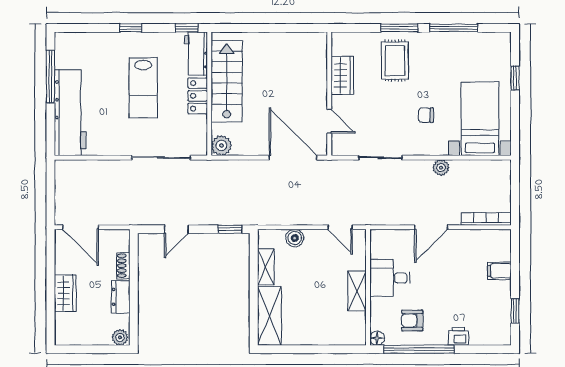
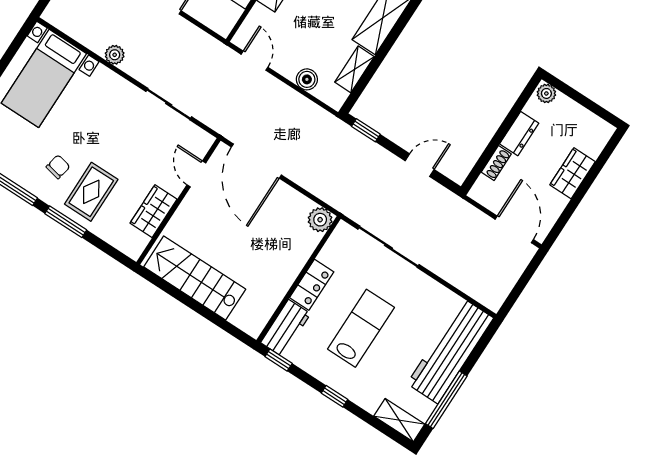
shelving: (74, 41) -> (399, 420), added
stairs: (227, 81) -> (195, 278), moved, turned 90
chair: (426, 115) -> (58, 167), moved, turned -78

